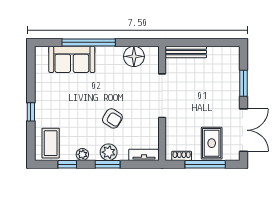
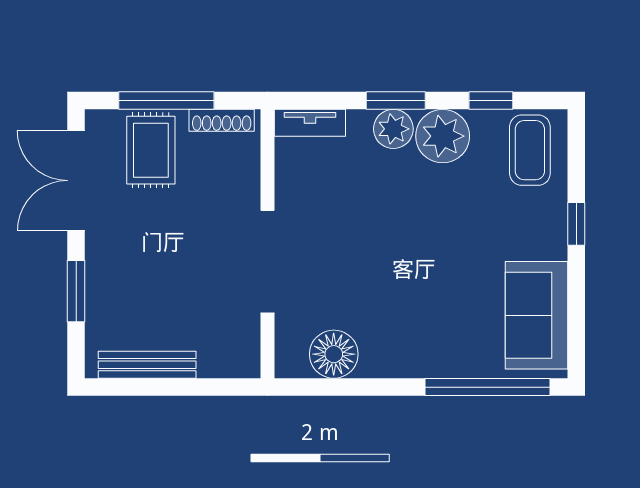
window: (89, 42) -> (488, 387), moved
bench: (186, 52) -> (147, 365), moved
sofa: (72, 59) -> (537, 315), moved, turned -90
armchair: (112, 118) -> (385, 208), removed
plant: (82, 154) -> (443, 136), width x1.87, depth x1.87
shoe rack: (182, 156) -> (222, 120), width x1.43

